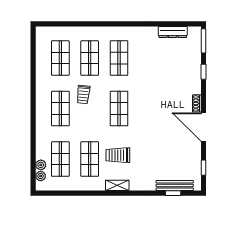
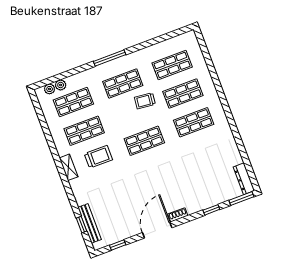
dresser: (173, 32) -> (244, 179), moved
window: (33, 112) -> (110, 58), added
trolley: (118, 155) -> (98, 157), turned 90

